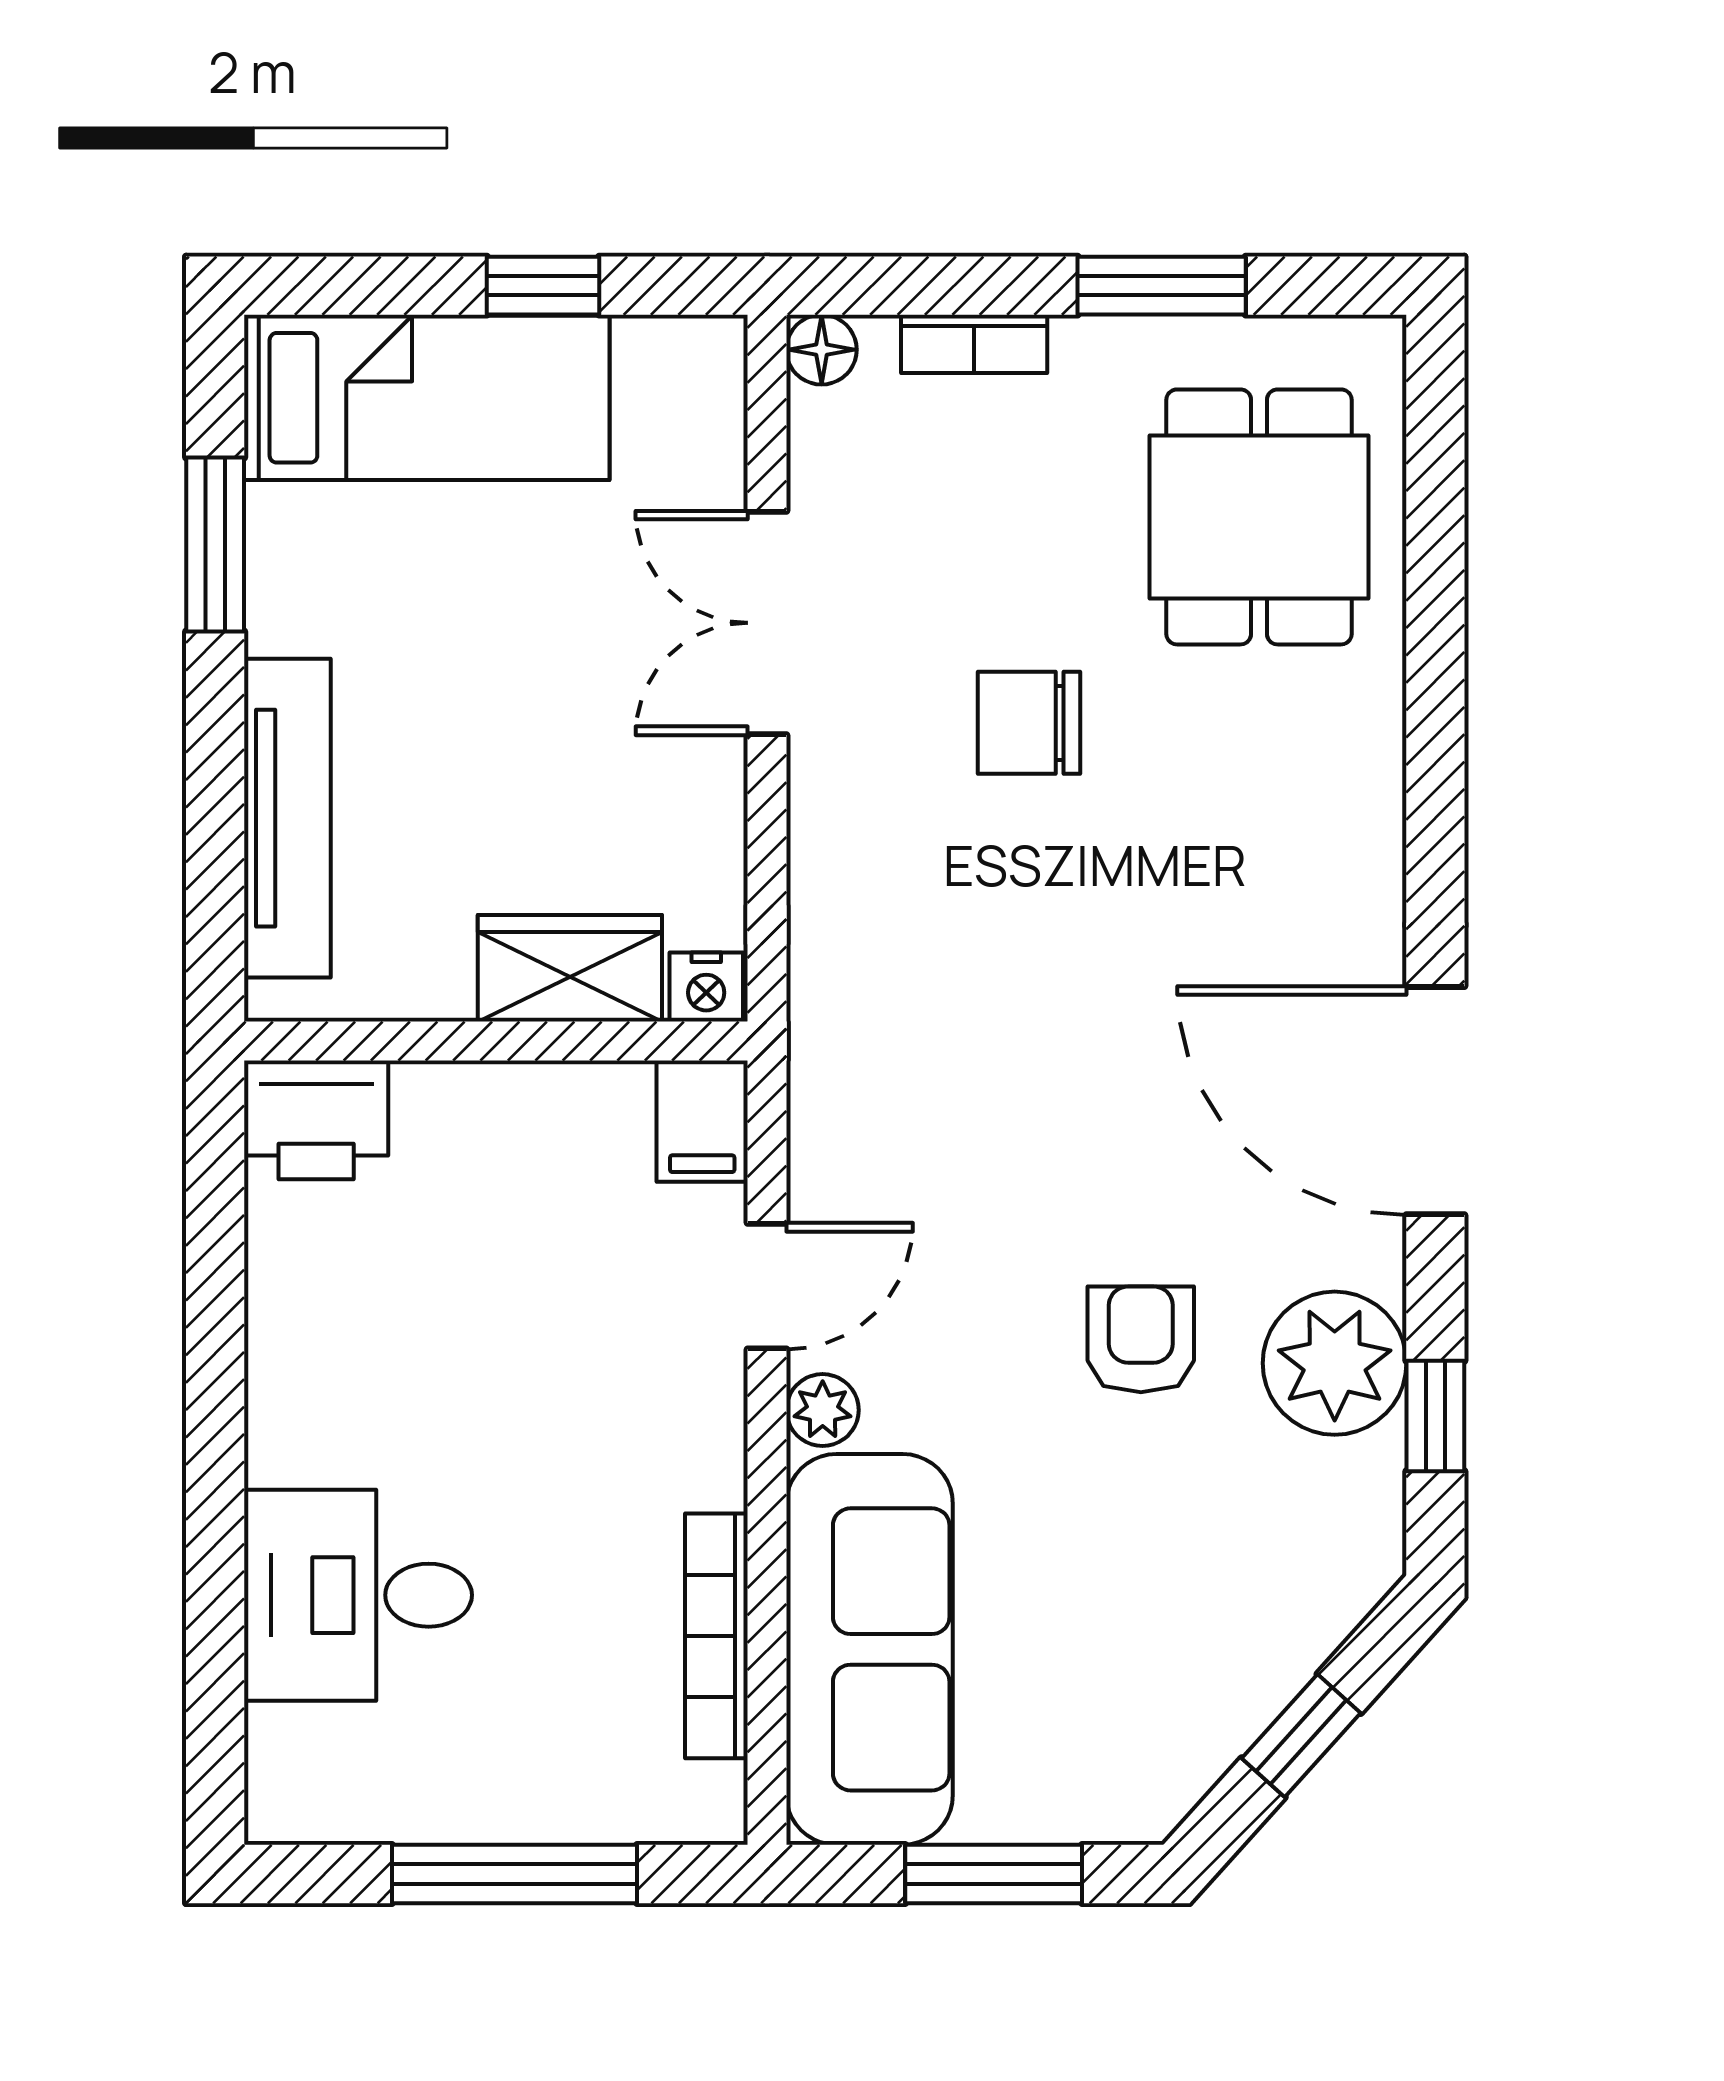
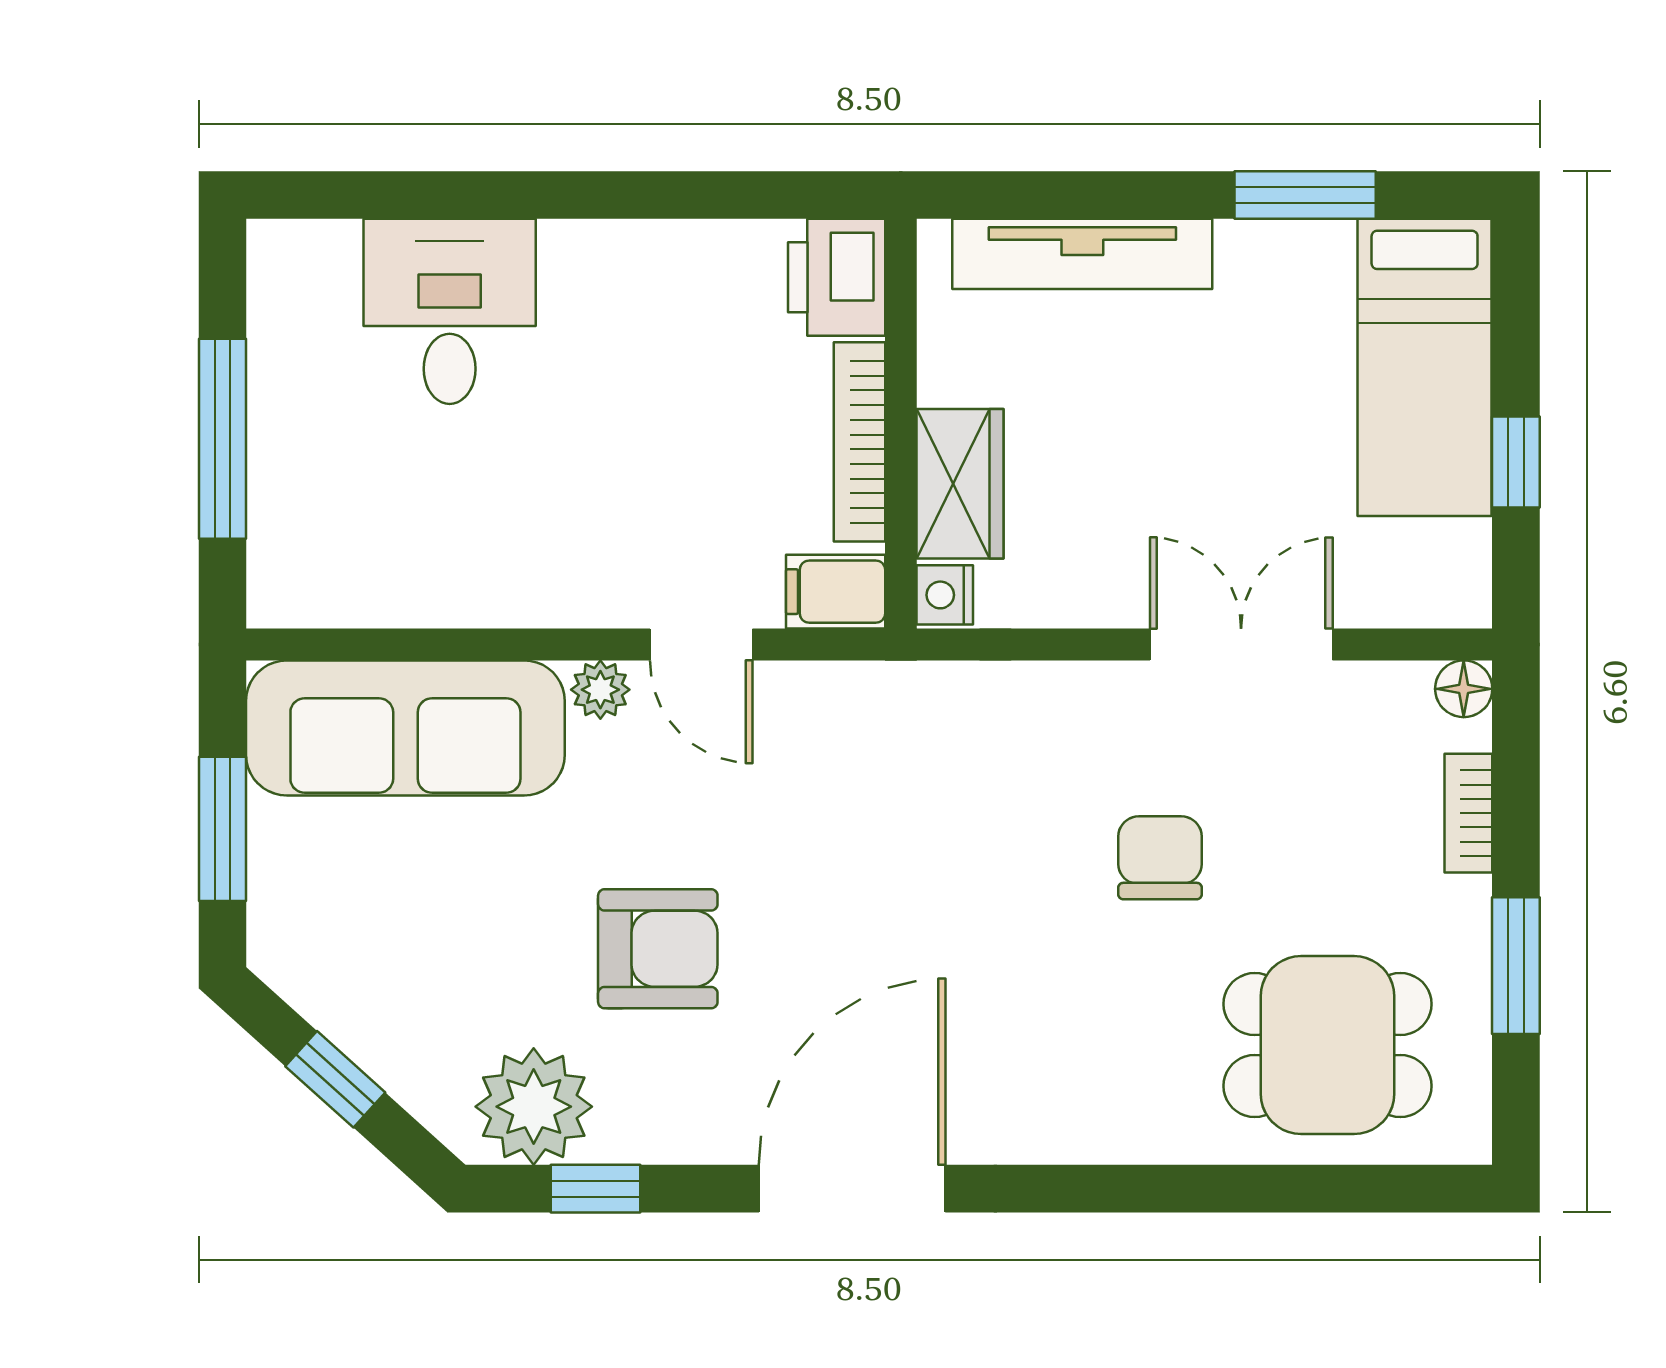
armchair: (1141, 1339) -> (658, 949), width x1.38, depth x1.38
plant: (1335, 1363) -> (534, 1107), moved
bookcase: (716, 1636) -> (859, 442), moved, turned -90

